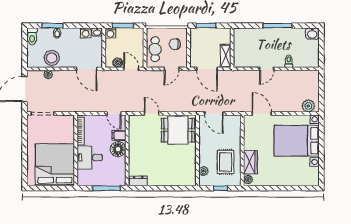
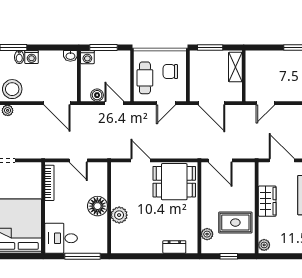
washing machine: (86, 33) -> (32, 57), moved
shelving: (226, 56) -> (235, 67), moved
door: (267, 69) -> (265, 103), moved
door: (114, 114) -> (78, 160), moved
filing cabinet: (119, 135) -> (99, 189), removed
plant: (135, 156) -> (119, 215), added
desk: (90, 158) -> (61, 238), moved
rug: (226, 162) -> (235, 223), turned 90
wardrobe: (250, 162) -> (267, 201), moved
dresser: (138, 181) -> (174, 247), moved

